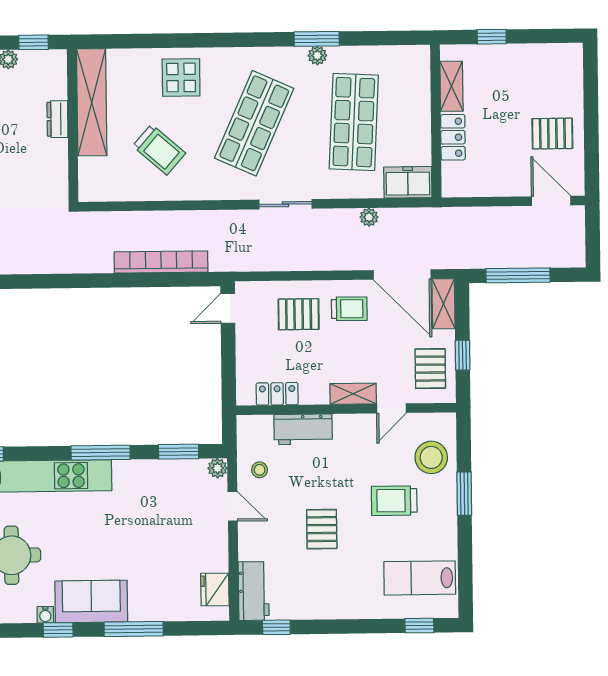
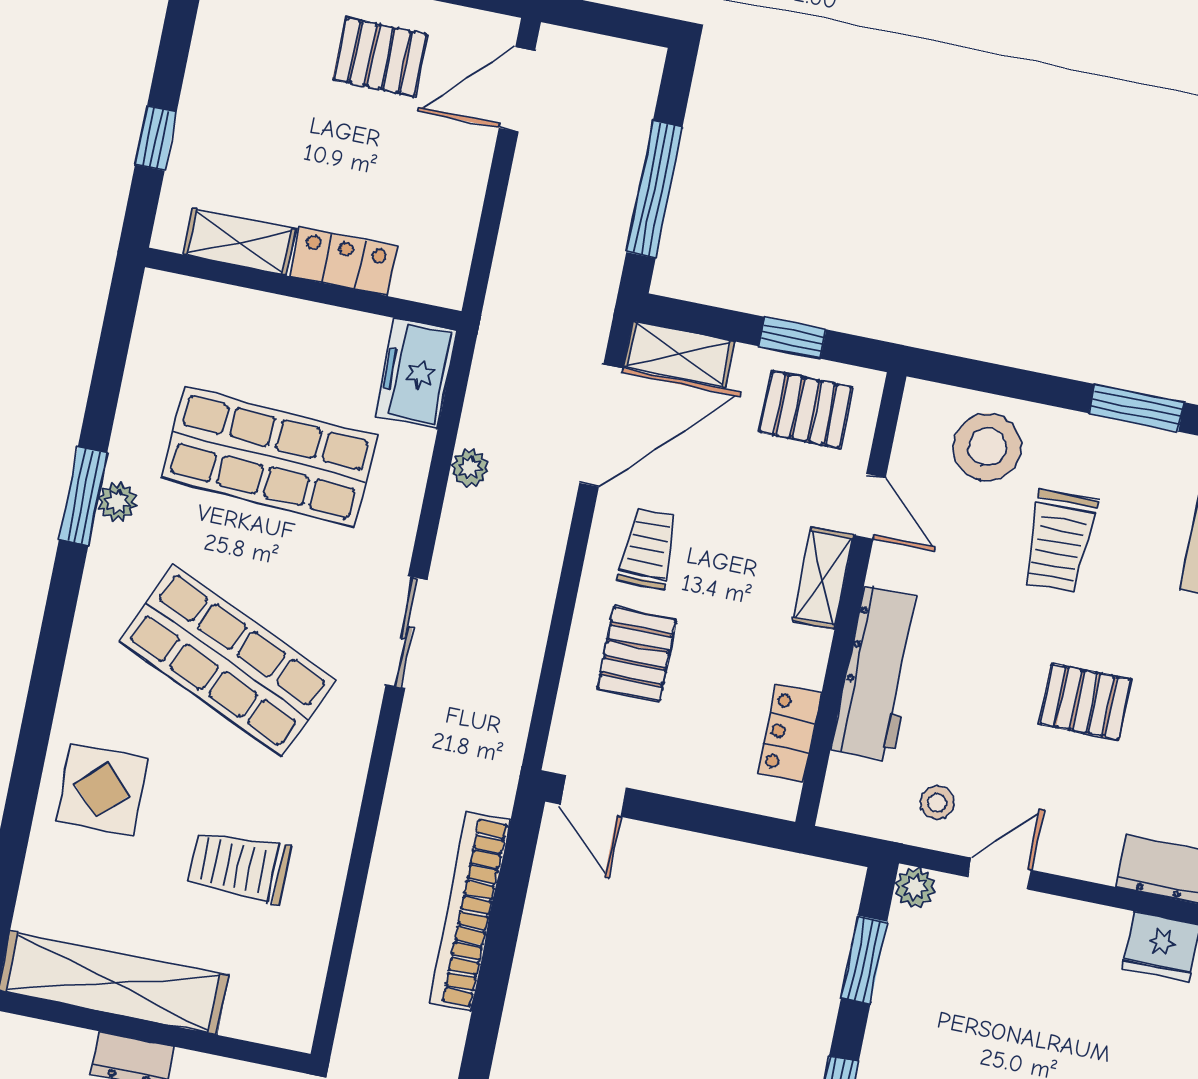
pallet: (552, 134) -> (380, 57), turned 90
trolley: (159, 150) -> (239, 866), turned -131
workbench: (303, 429) -> (878, 674), width x1.38
window: (464, 494) -> (1137, 408), moved

